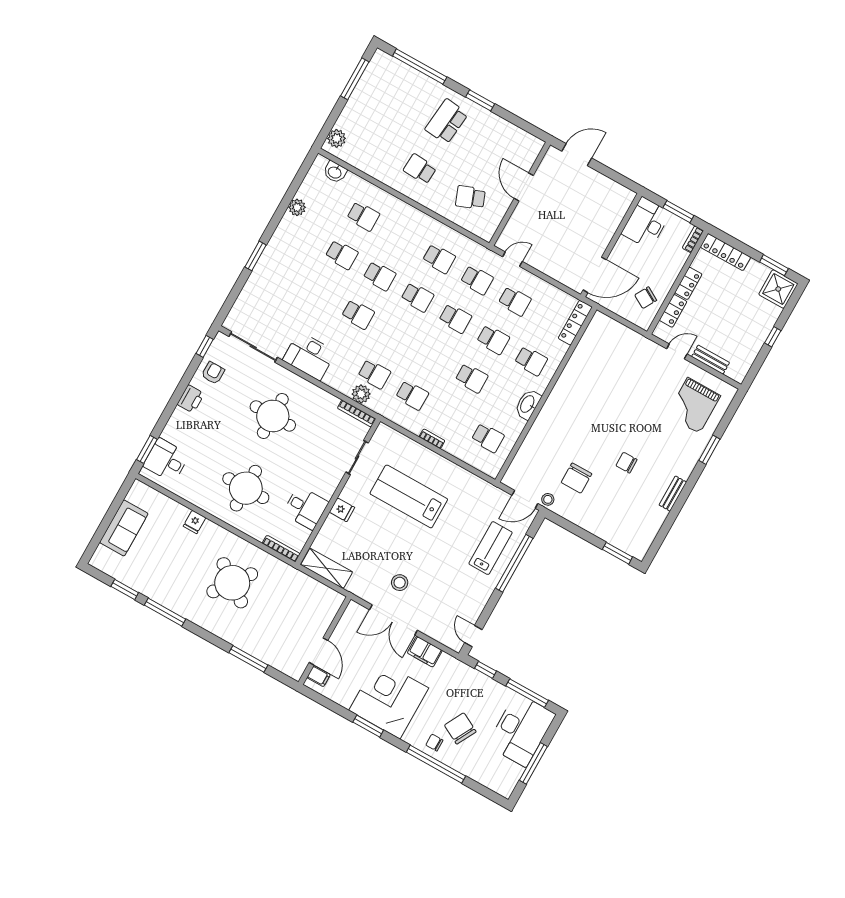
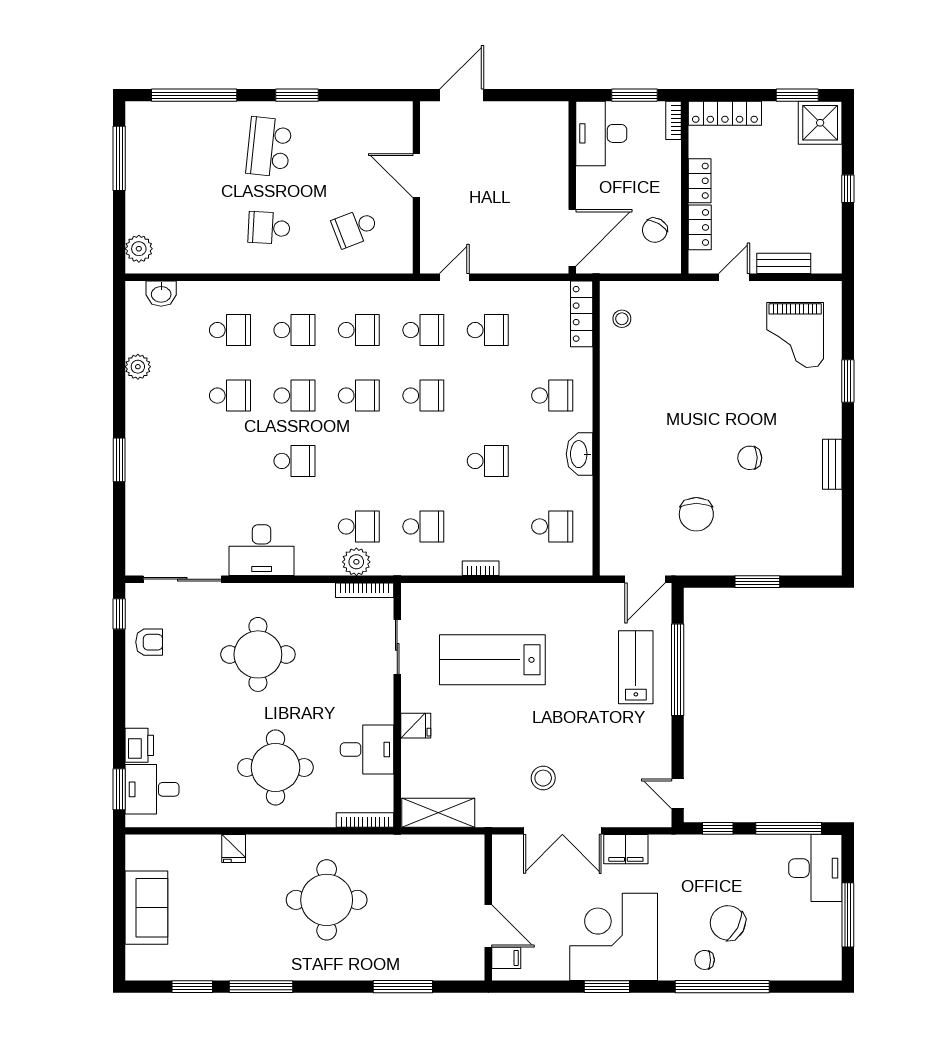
school desk: (493, 340) -> (294, 330), moved
armchair: (213, 373) -> (149, 642), turned 90
printer: (191, 399) -> (139, 745), moved
stool: (548, 499) -> (622, 319), moved
window: (617, 553) -> (757, 582), moved
round table: (232, 583) -> (327, 900), turned -36
desk: (521, 730) -> (815, 868), width x0.73, depth x0.77

